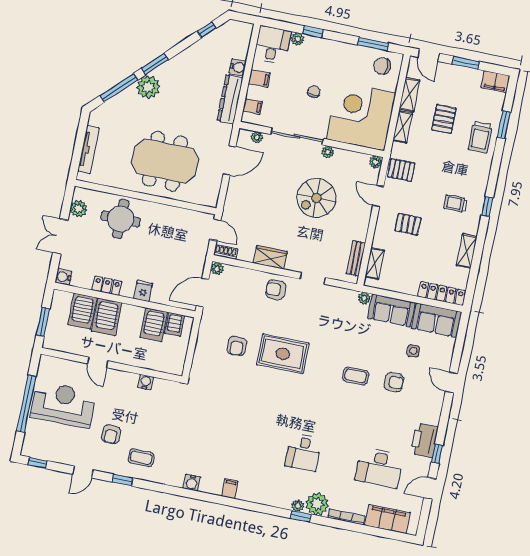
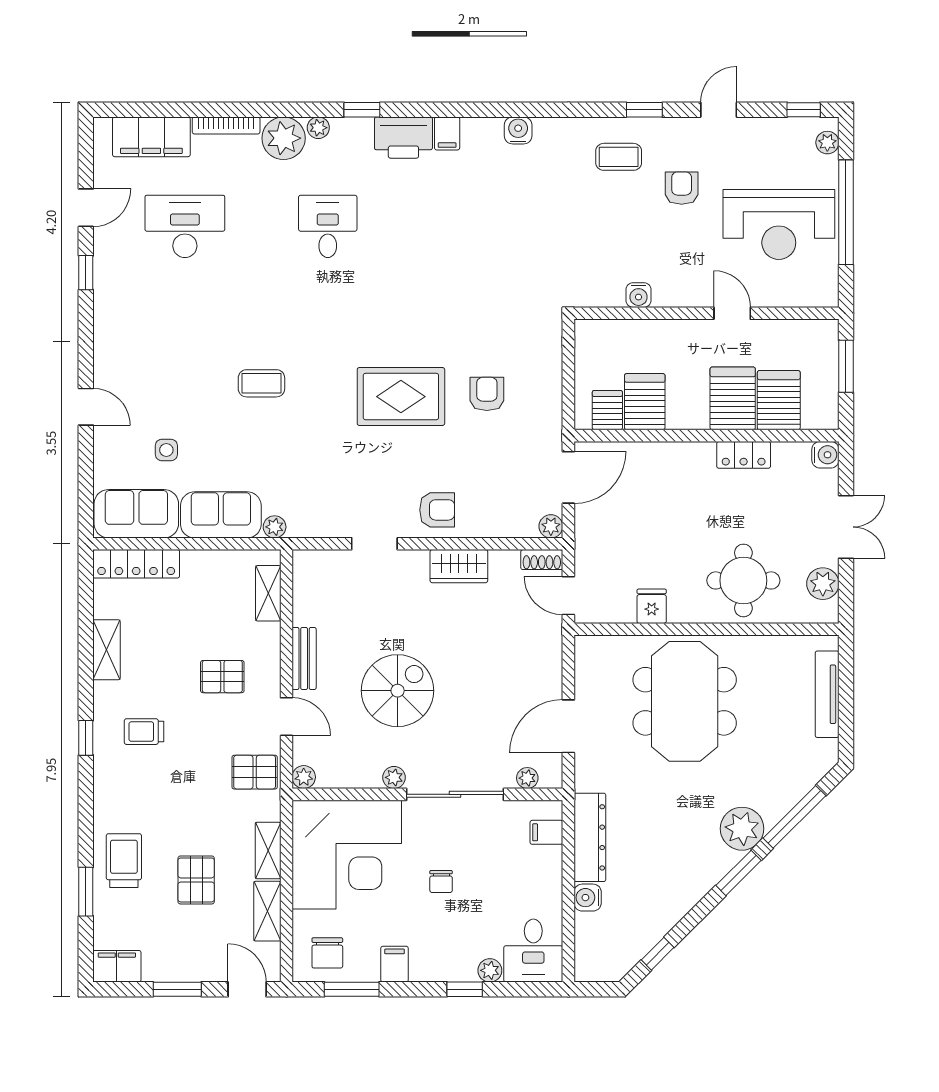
chair: (382, 66) -> (327, 953), turned 90
filing cabinet: (259, 78) -> (395, 964), moved, turned 90
meeting table: (165, 161) -> (685, 701), turned 90
trolley: (456, 203) -> (144, 732), turned 180
bench: (356, 258) -> (304, 658), moved
fridge: (143, 291) -> (652, 606), moved, turned 180
armchair: (394, 382) -> (190, 386), removed
printer: (424, 440) -> (403, 138), moved, turned 90
plant: (29, 443) -> (827, 143), added
window: (301, 516) -> (362, 110), moved

